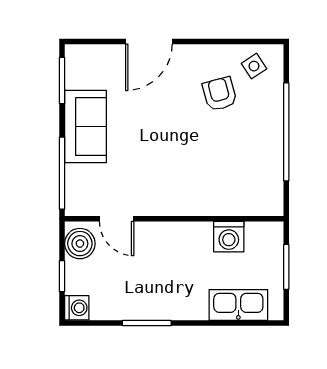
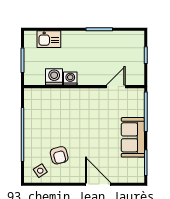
door: (149, 41) -> (98, 184), hinge flipped
door: (117, 219) -> (116, 87), hinge flipped
boiler: (80, 244) -> (136, 73), removed
kitchen sink: (238, 305) -> (49, 39), width x0.73
washing machine: (77, 308) -> (70, 79), moved, turned 90

